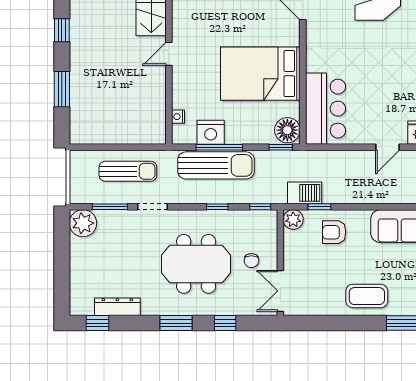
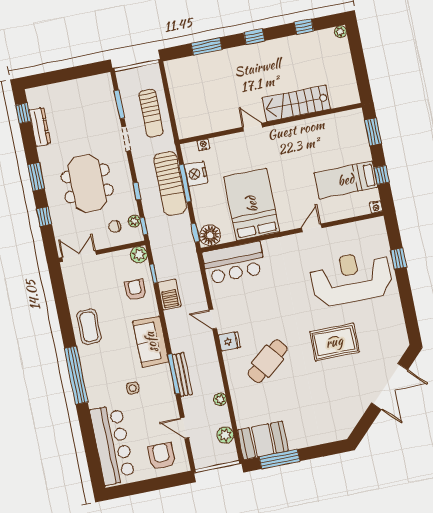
barbecue: (305, 193) -> (169, 294), moved
plant: (83, 223) -> (134, 221), moved, width x0.53, depth x0.53
chair: (251, 261) -> (115, 226), moved

